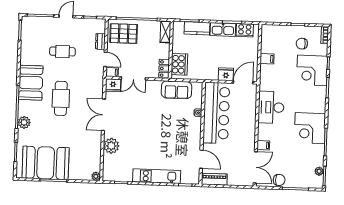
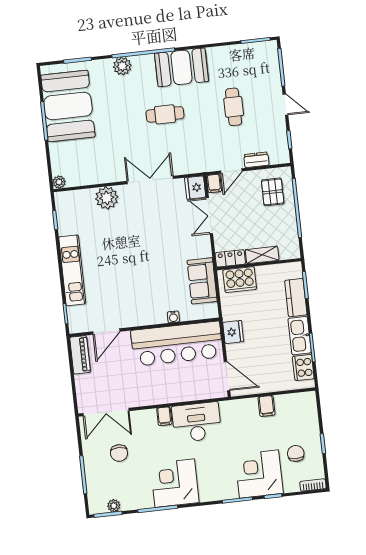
shelving: (165, 32) -> (262, 255), moved
pallet: (124, 34) -> (273, 192), width x0.67, depth x0.71
fridge: (226, 74) -> (233, 332), moved
cafe table: (61, 98) -> (165, 114), width x0.73, depth x0.74
filing cabinet: (263, 145) -> (164, 416), moved
chair: (279, 180) -> (119, 453), moved

